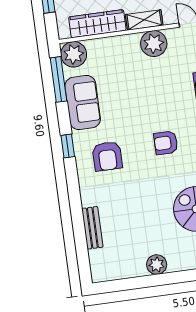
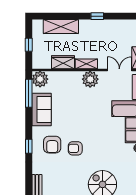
wardrobe: (97, 24) -> (63, 62), width x0.67
armchair: (166, 143) -> (75, 148), moved
window: (68, 146) -> (29, 146), moved

